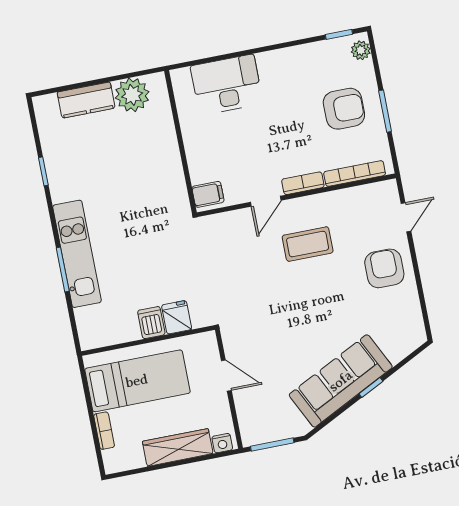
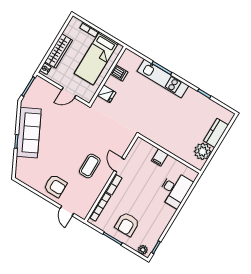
filing cabinet: (208, 194) -> (160, 157), moved
dishwasher: (151, 323) -> (119, 73), moved

